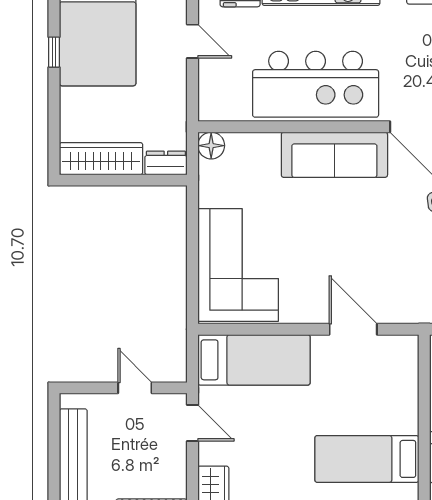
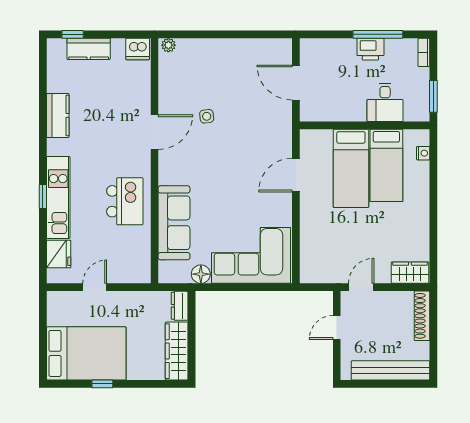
kitchen island: (316, 84) -> (125, 201), width x0.54, depth x0.78
floor lamp: (211, 146) -> (201, 274), moved
sofa: (334, 155) -> (174, 223), moved
bed: (254, 360) -> (351, 168), moved, turned 180

